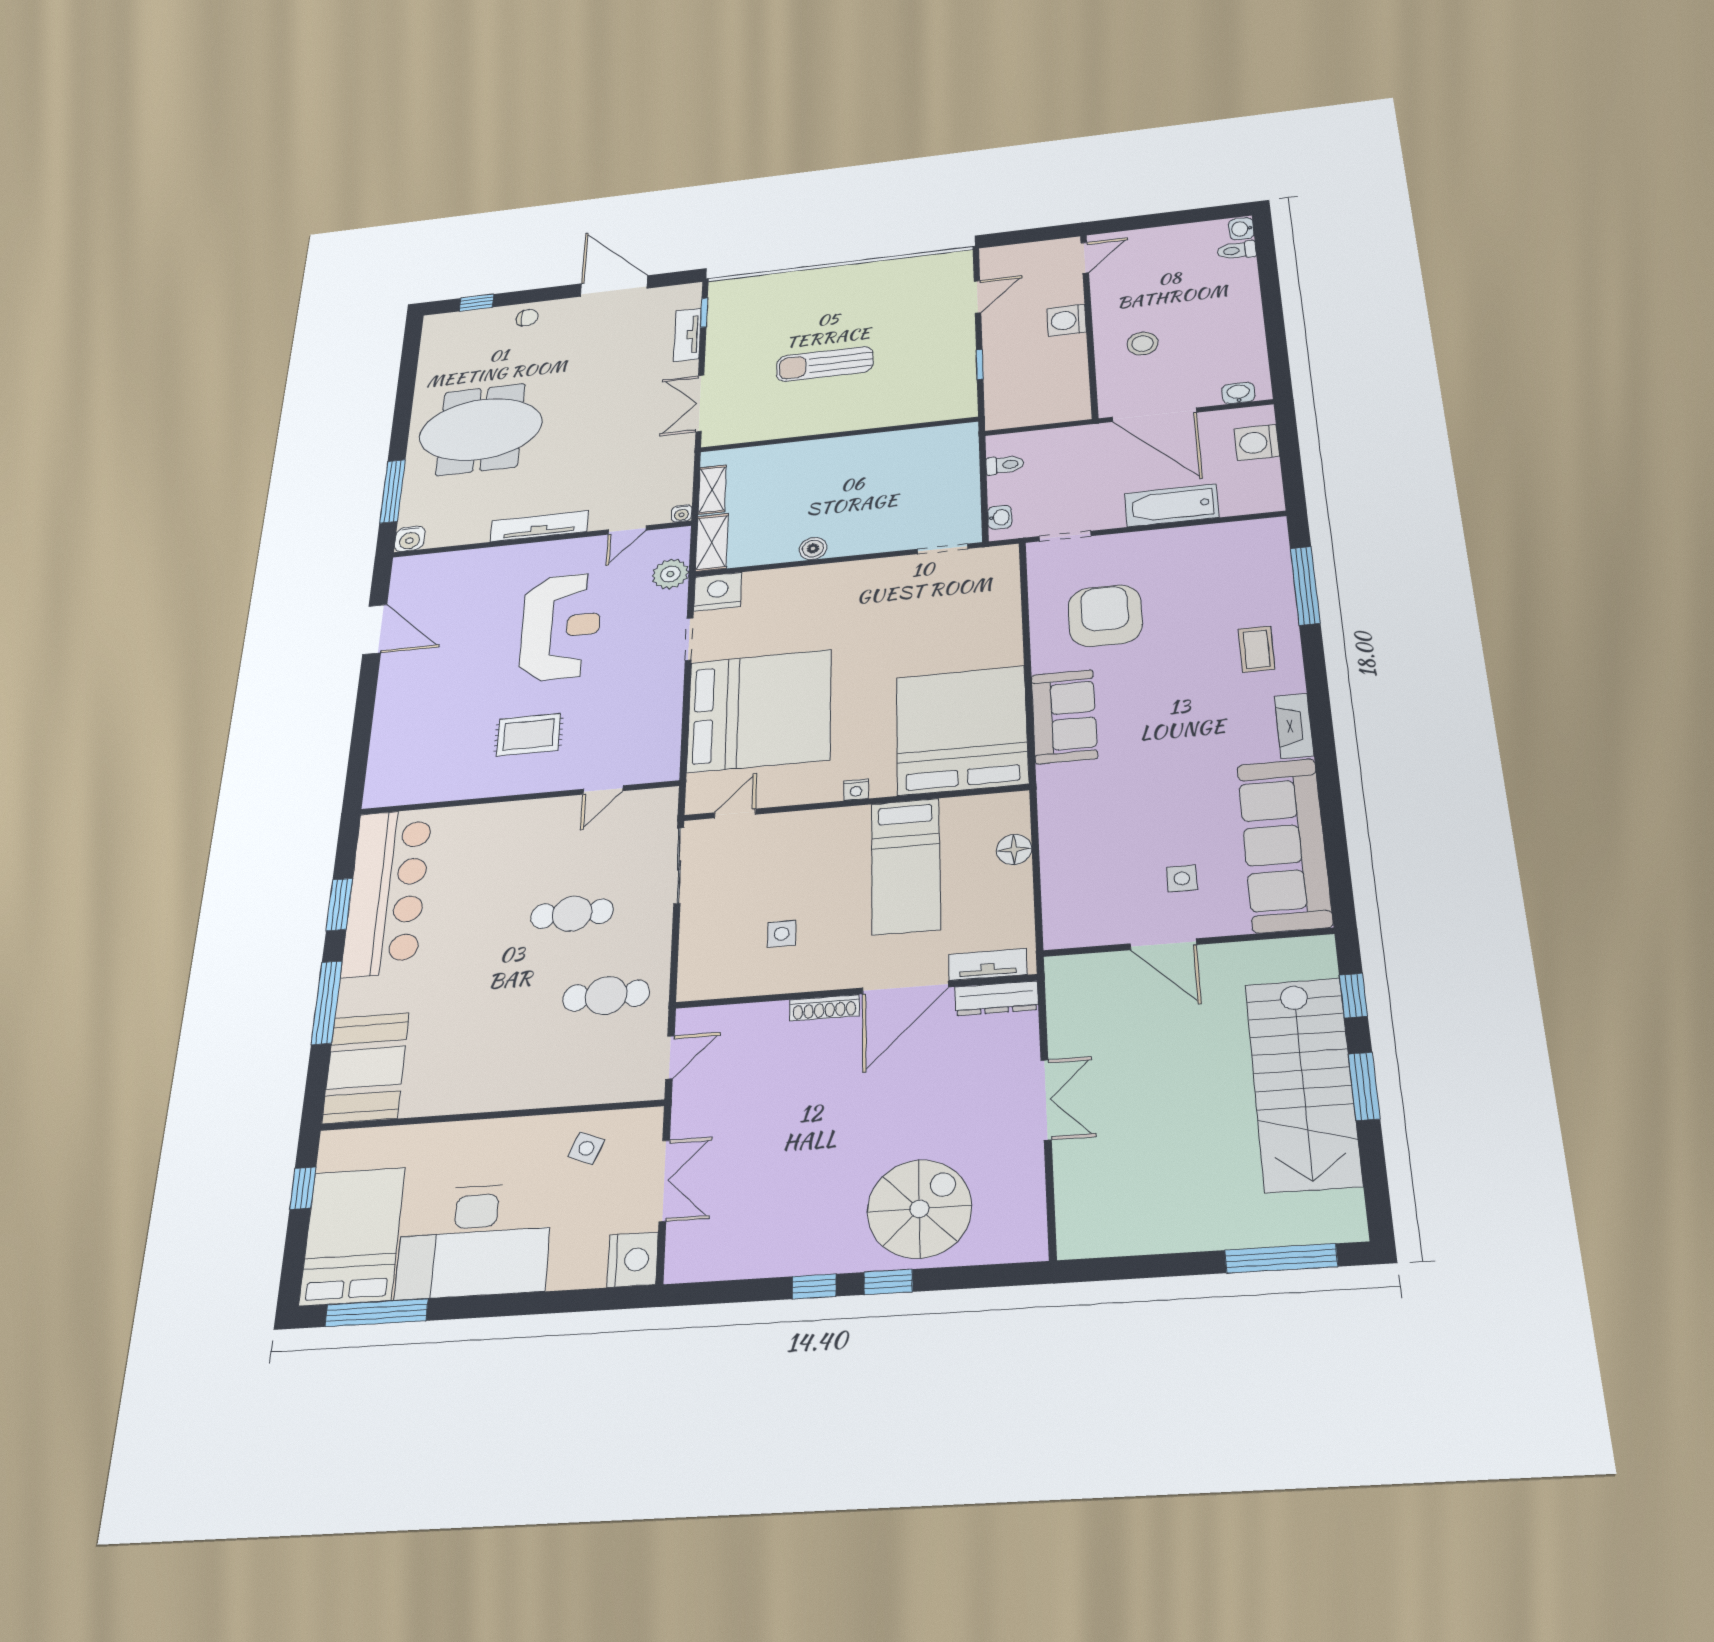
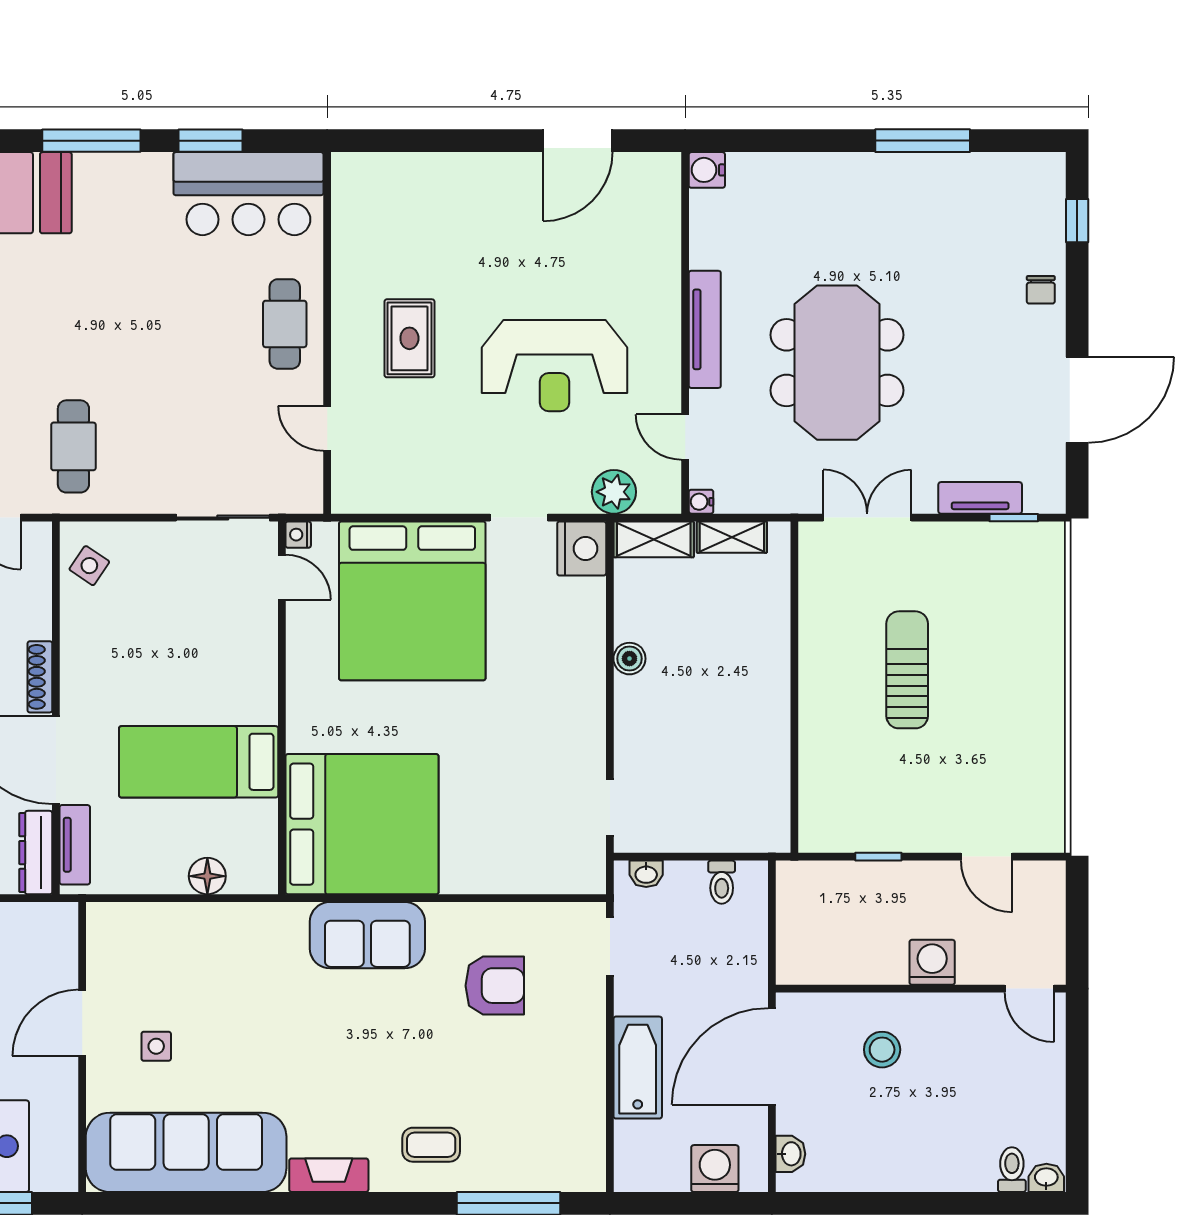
meeting table: (481, 429) -> (837, 363), moved
window: (393, 491) -> (923, 141), moved
armchair: (1105, 616) -> (495, 986), width x0.73, depth x0.73
nightstand: (856, 790) -> (298, 535), moved
bar counter: (387, 892) -> (248, 194), width x0.73
cafe table: (572, 914) -> (285, 324), moved
side table: (782, 934) -> (89, 566), moved, turned 34

